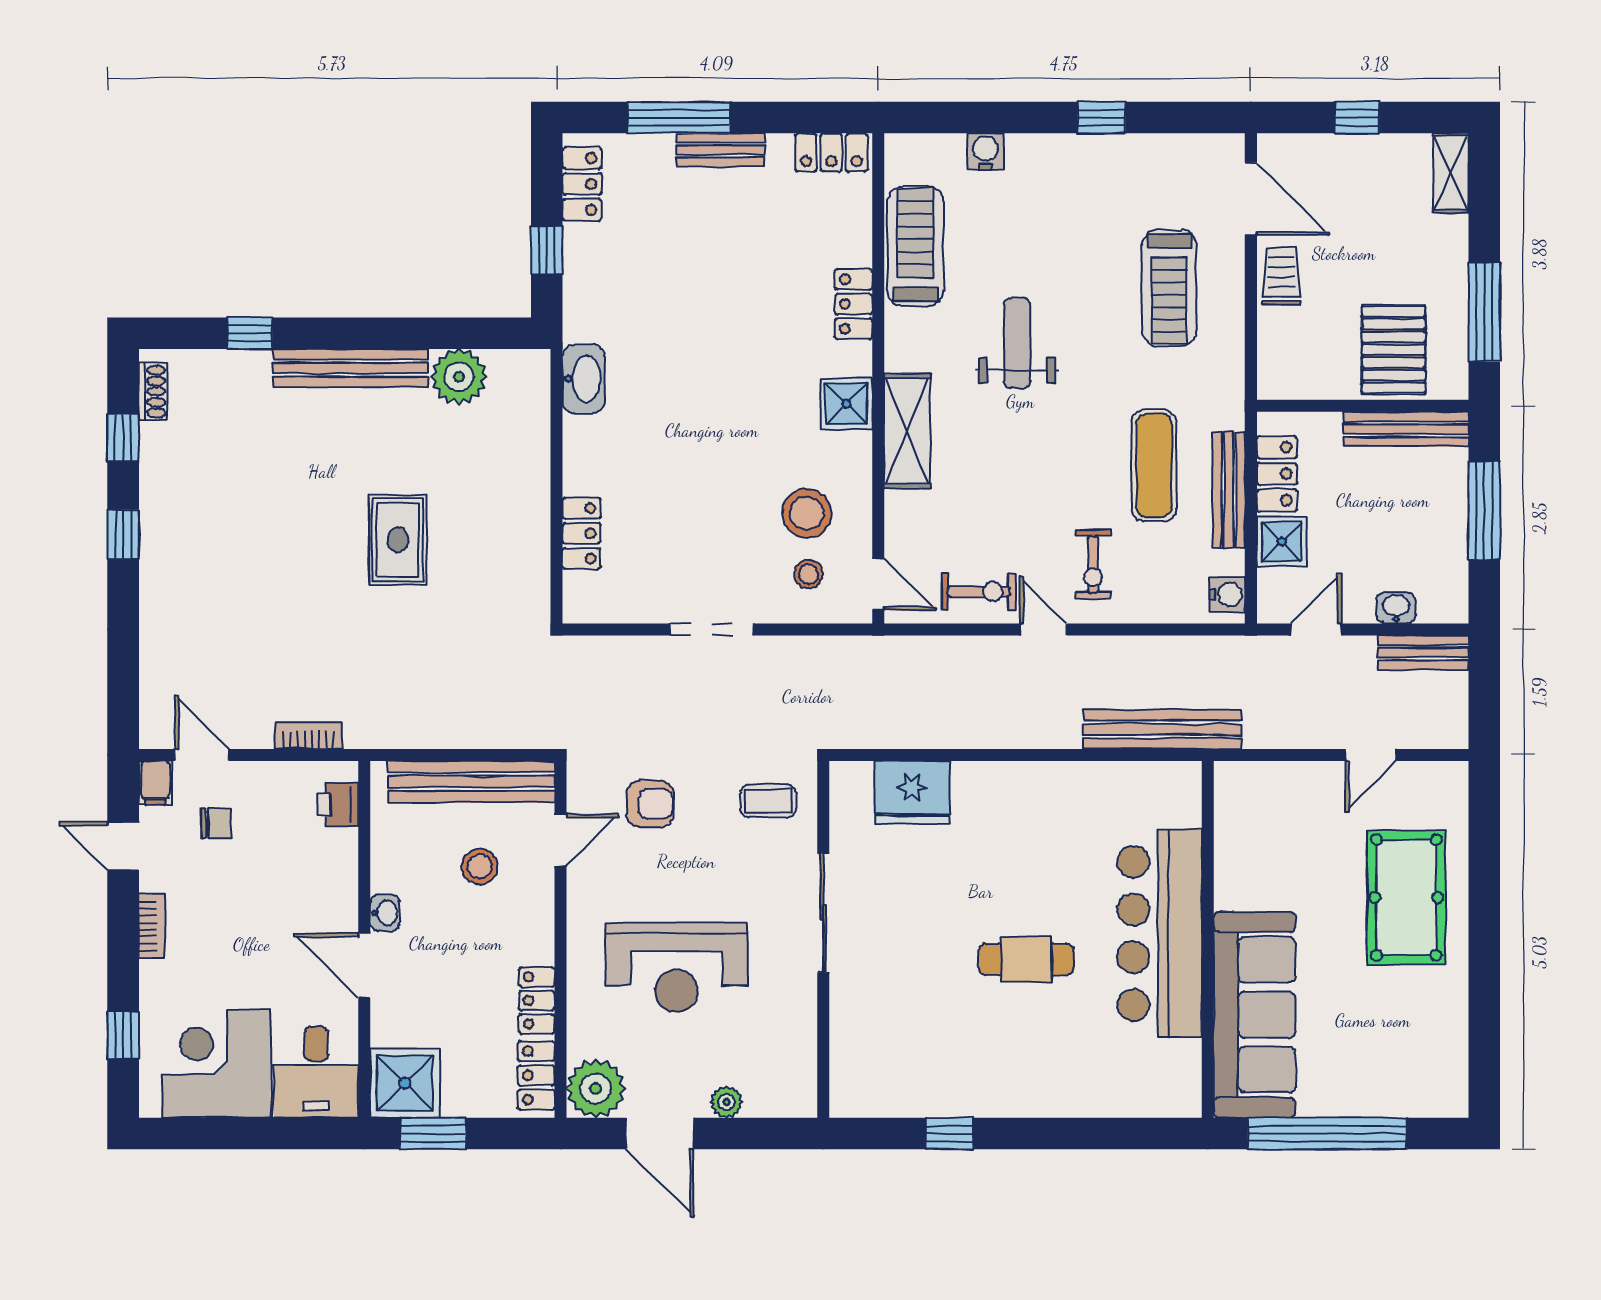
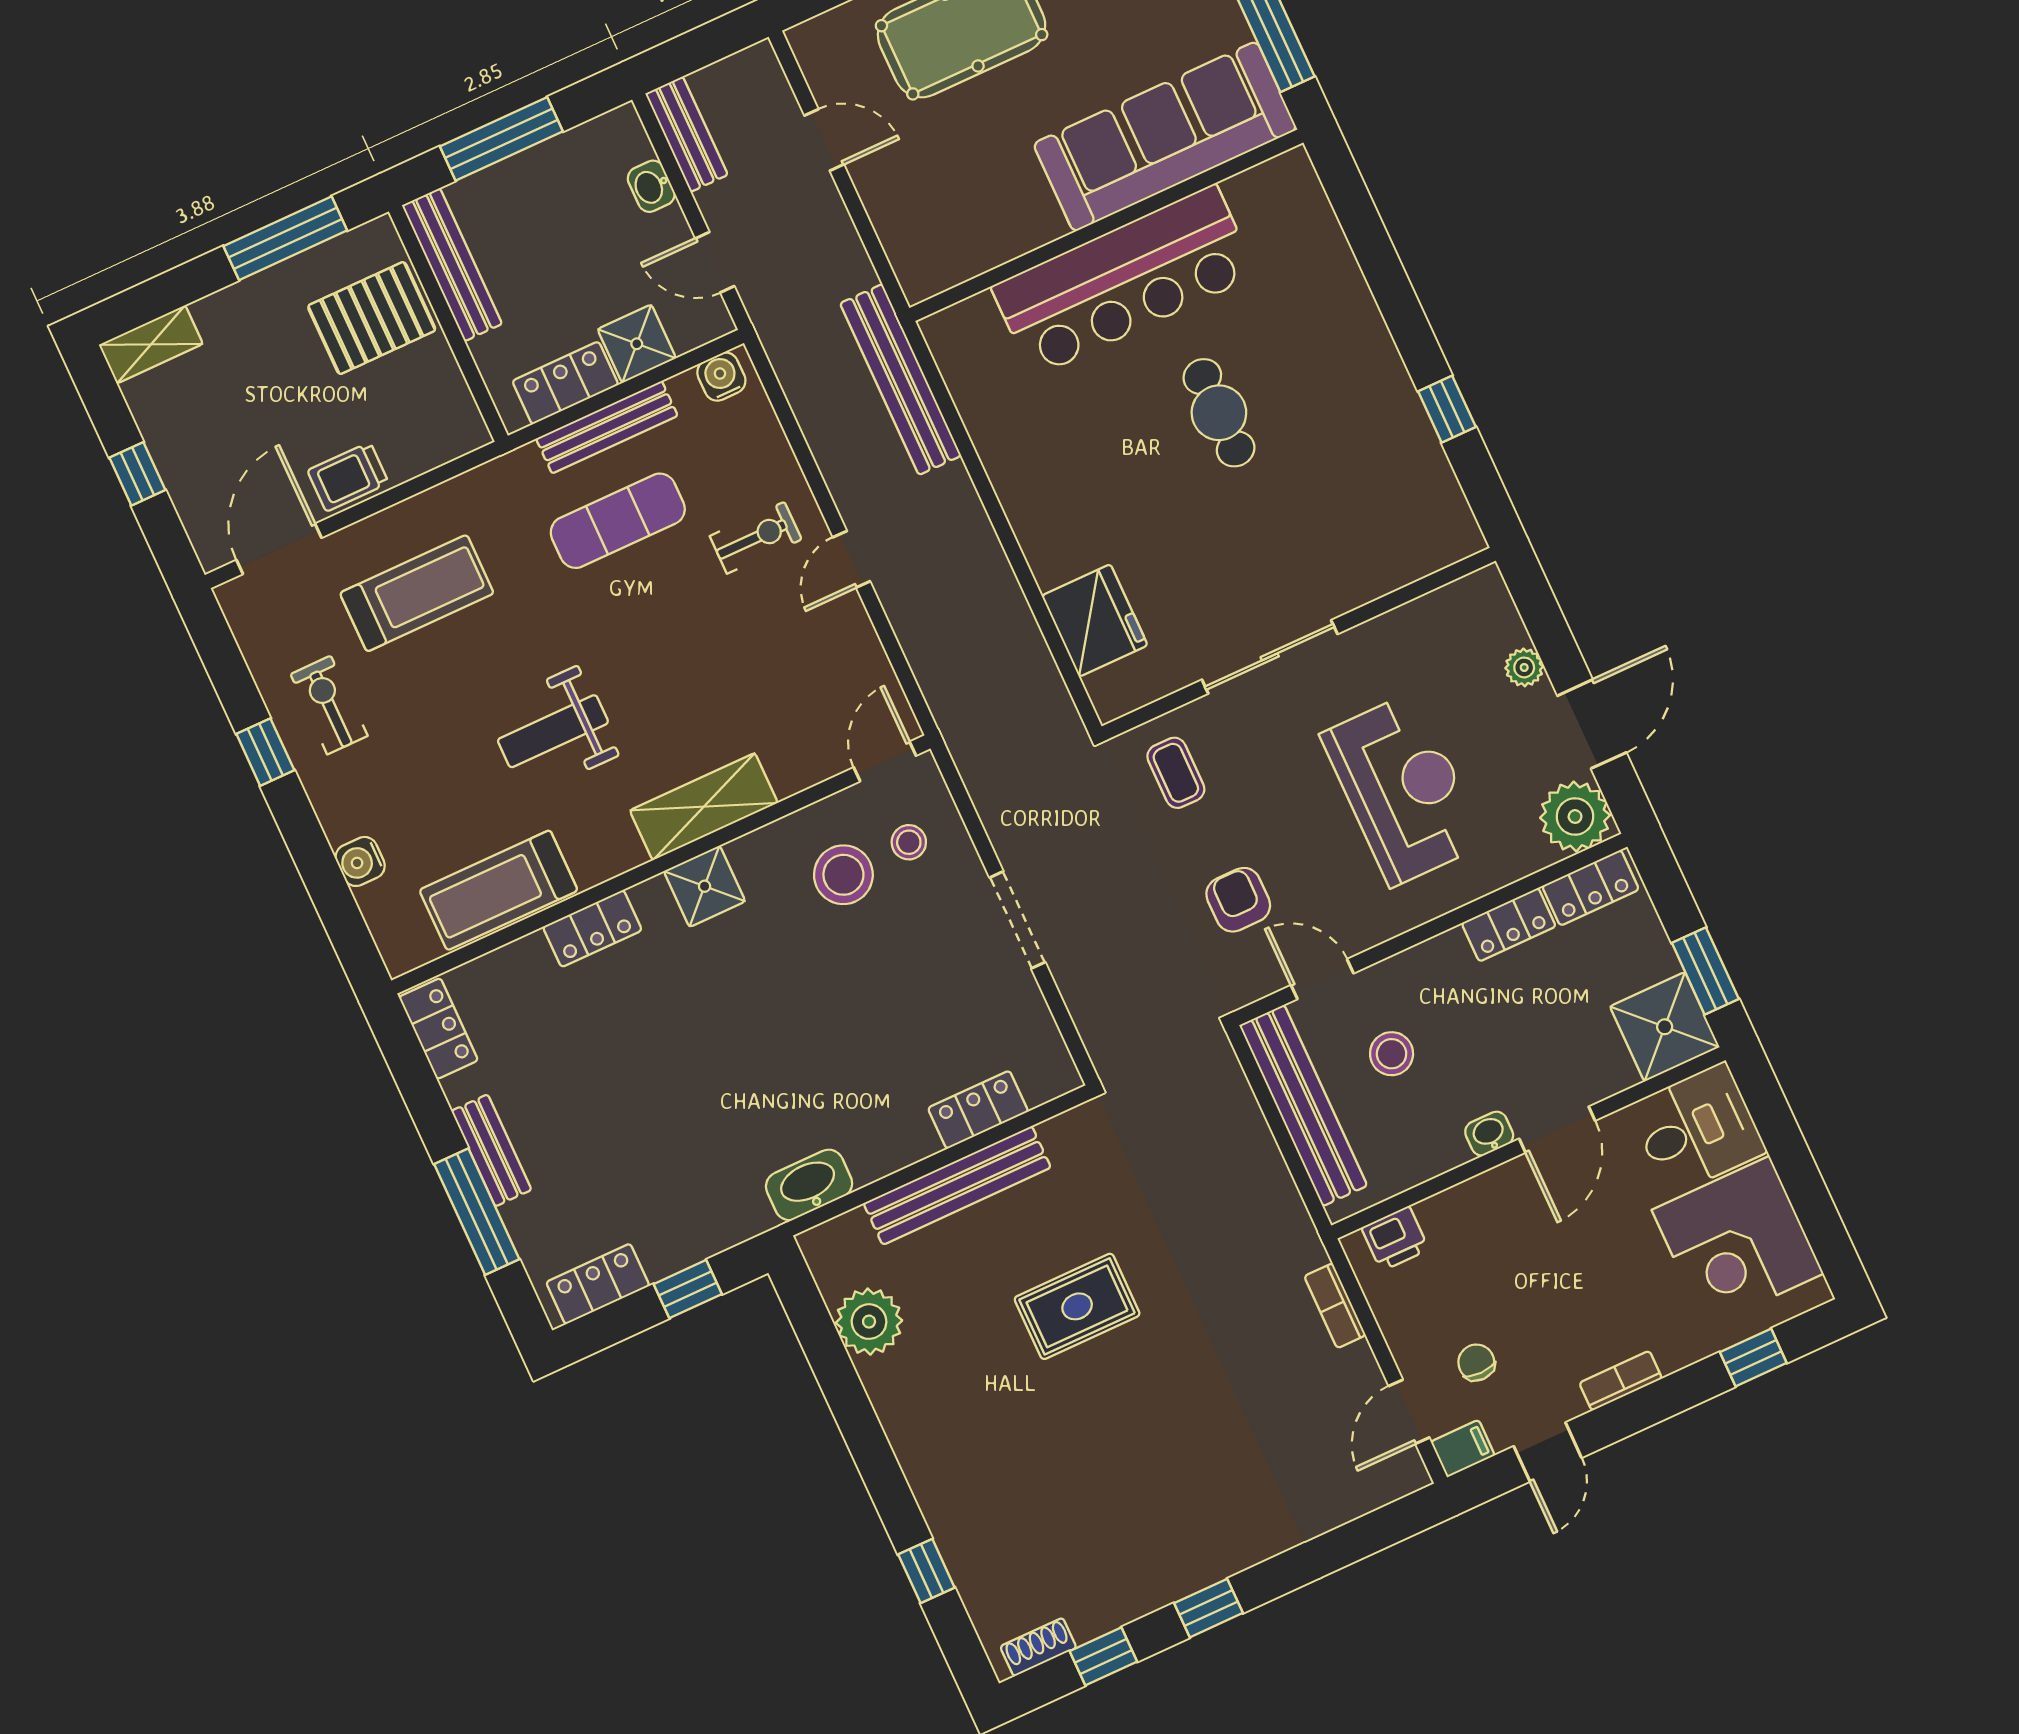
bench: (350, 368) -> (957, 1185), moved, turned 90
exercise bike: (979, 592) -> (329, 705), moved

